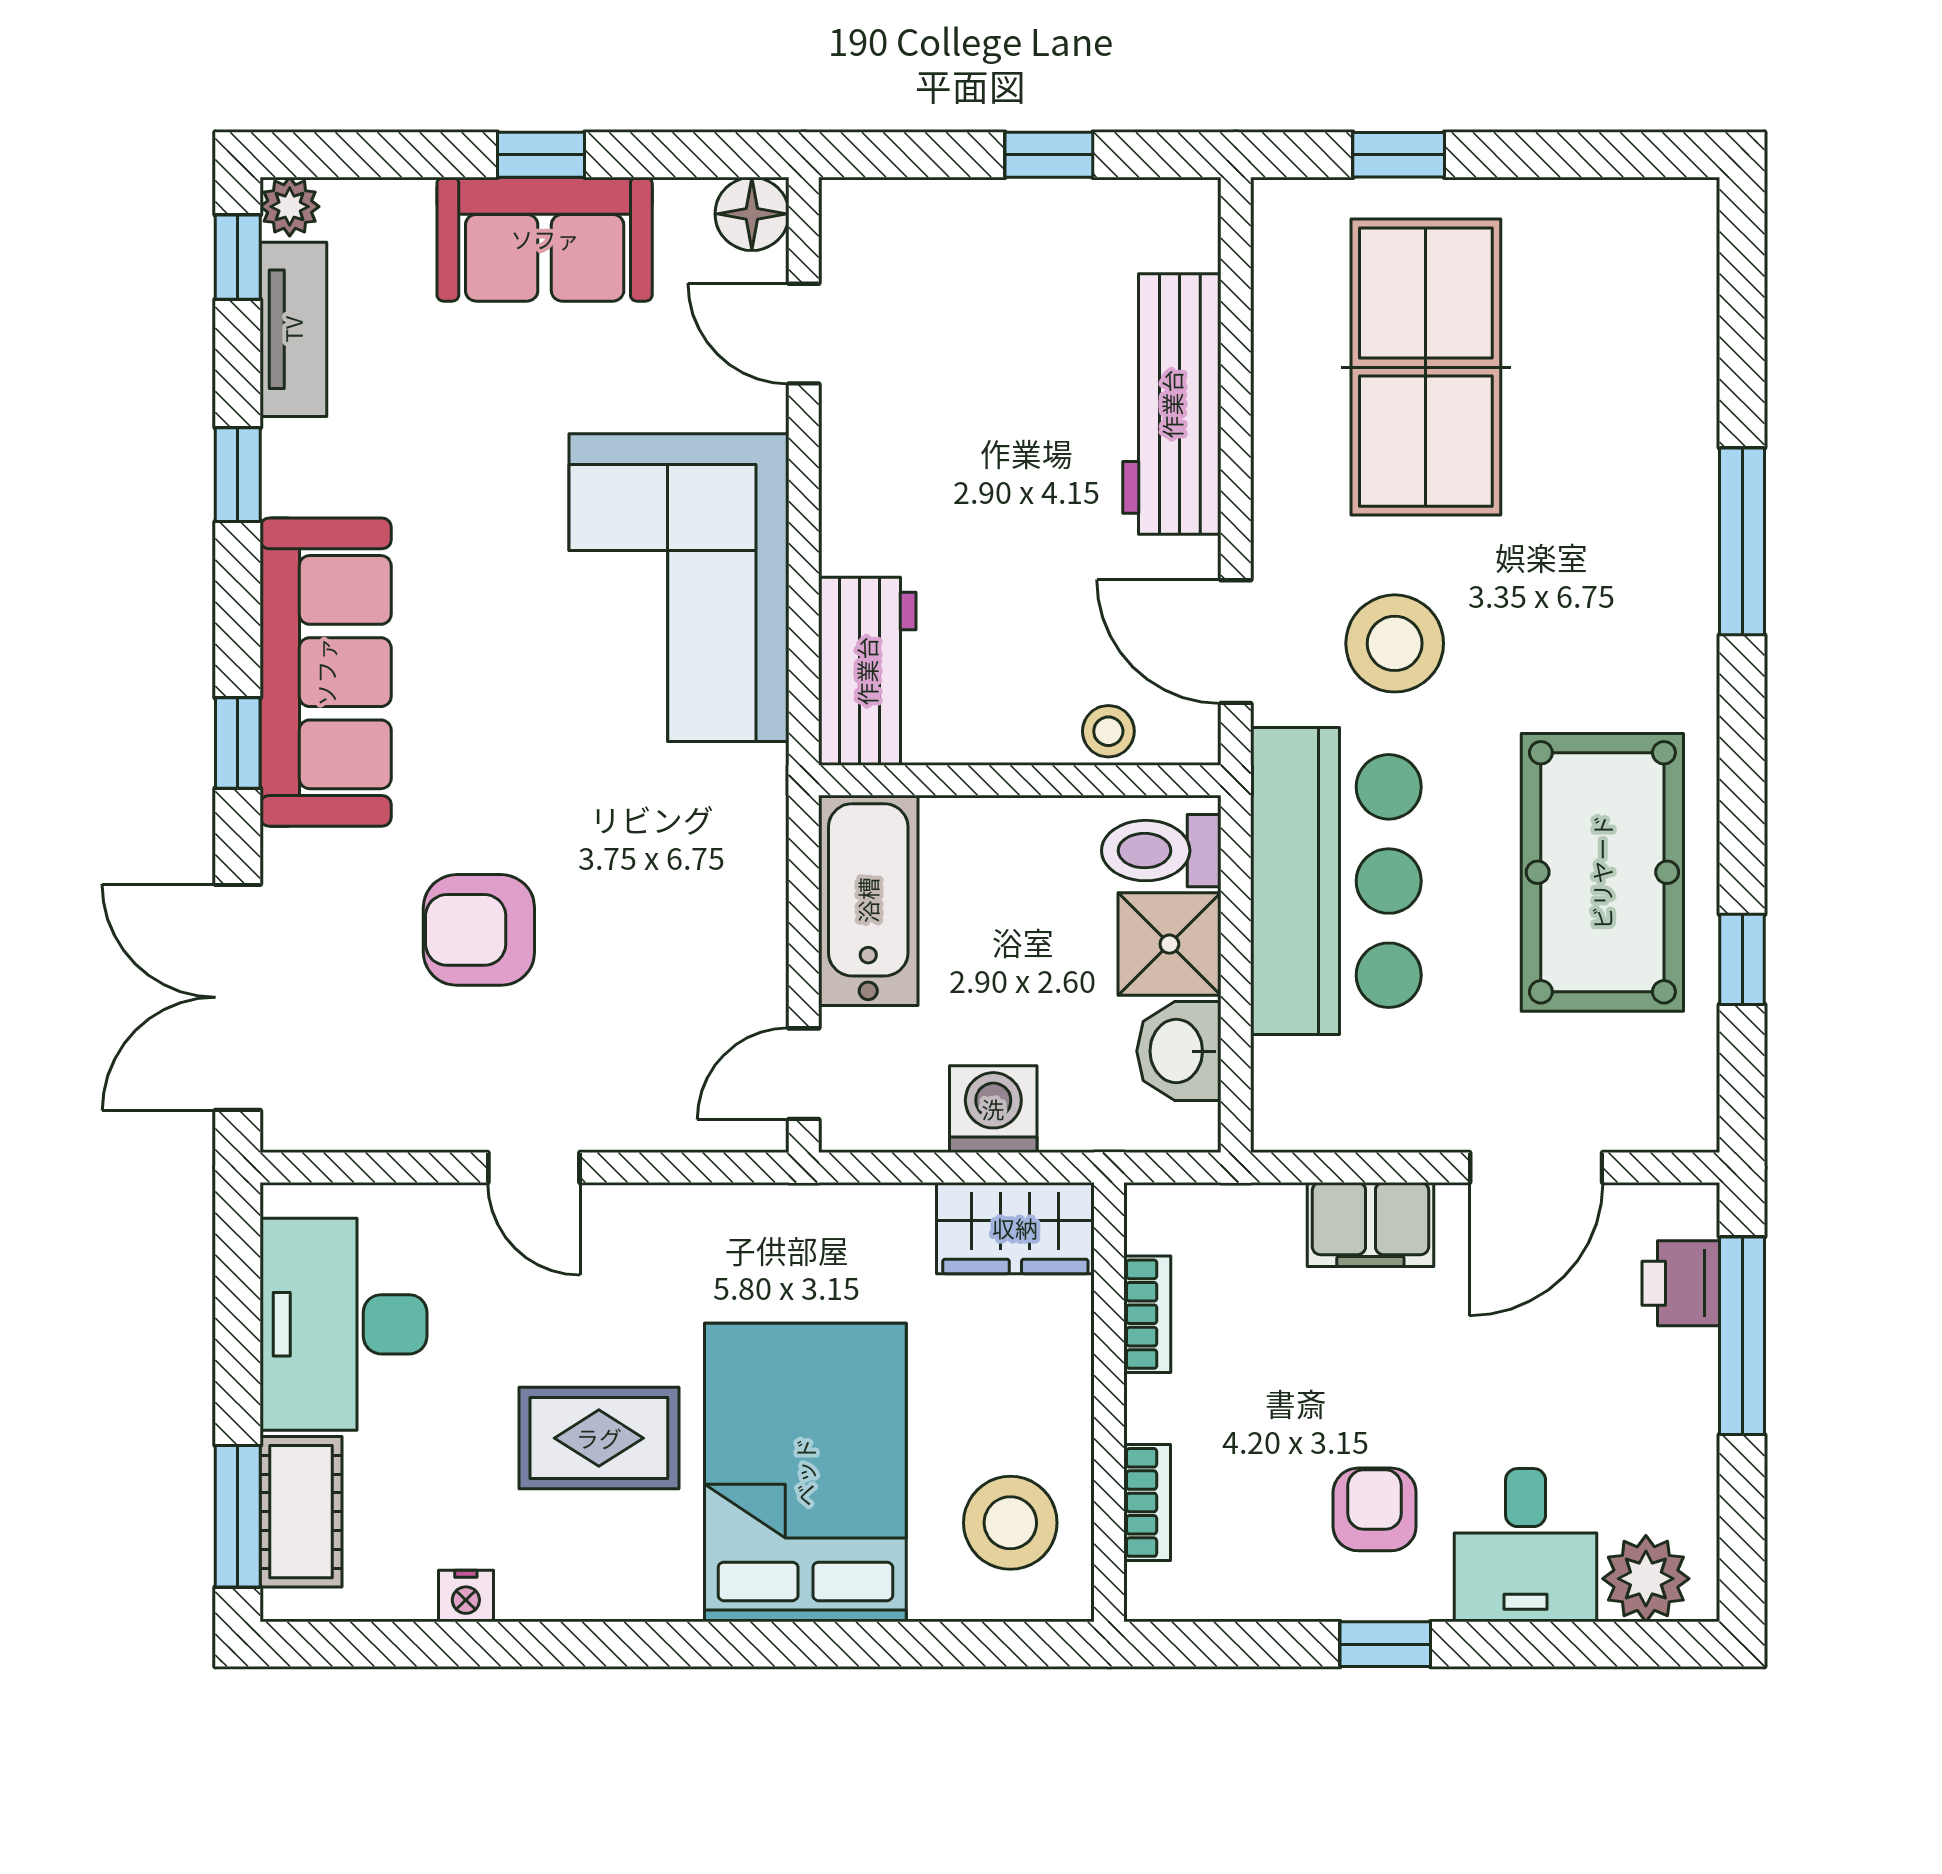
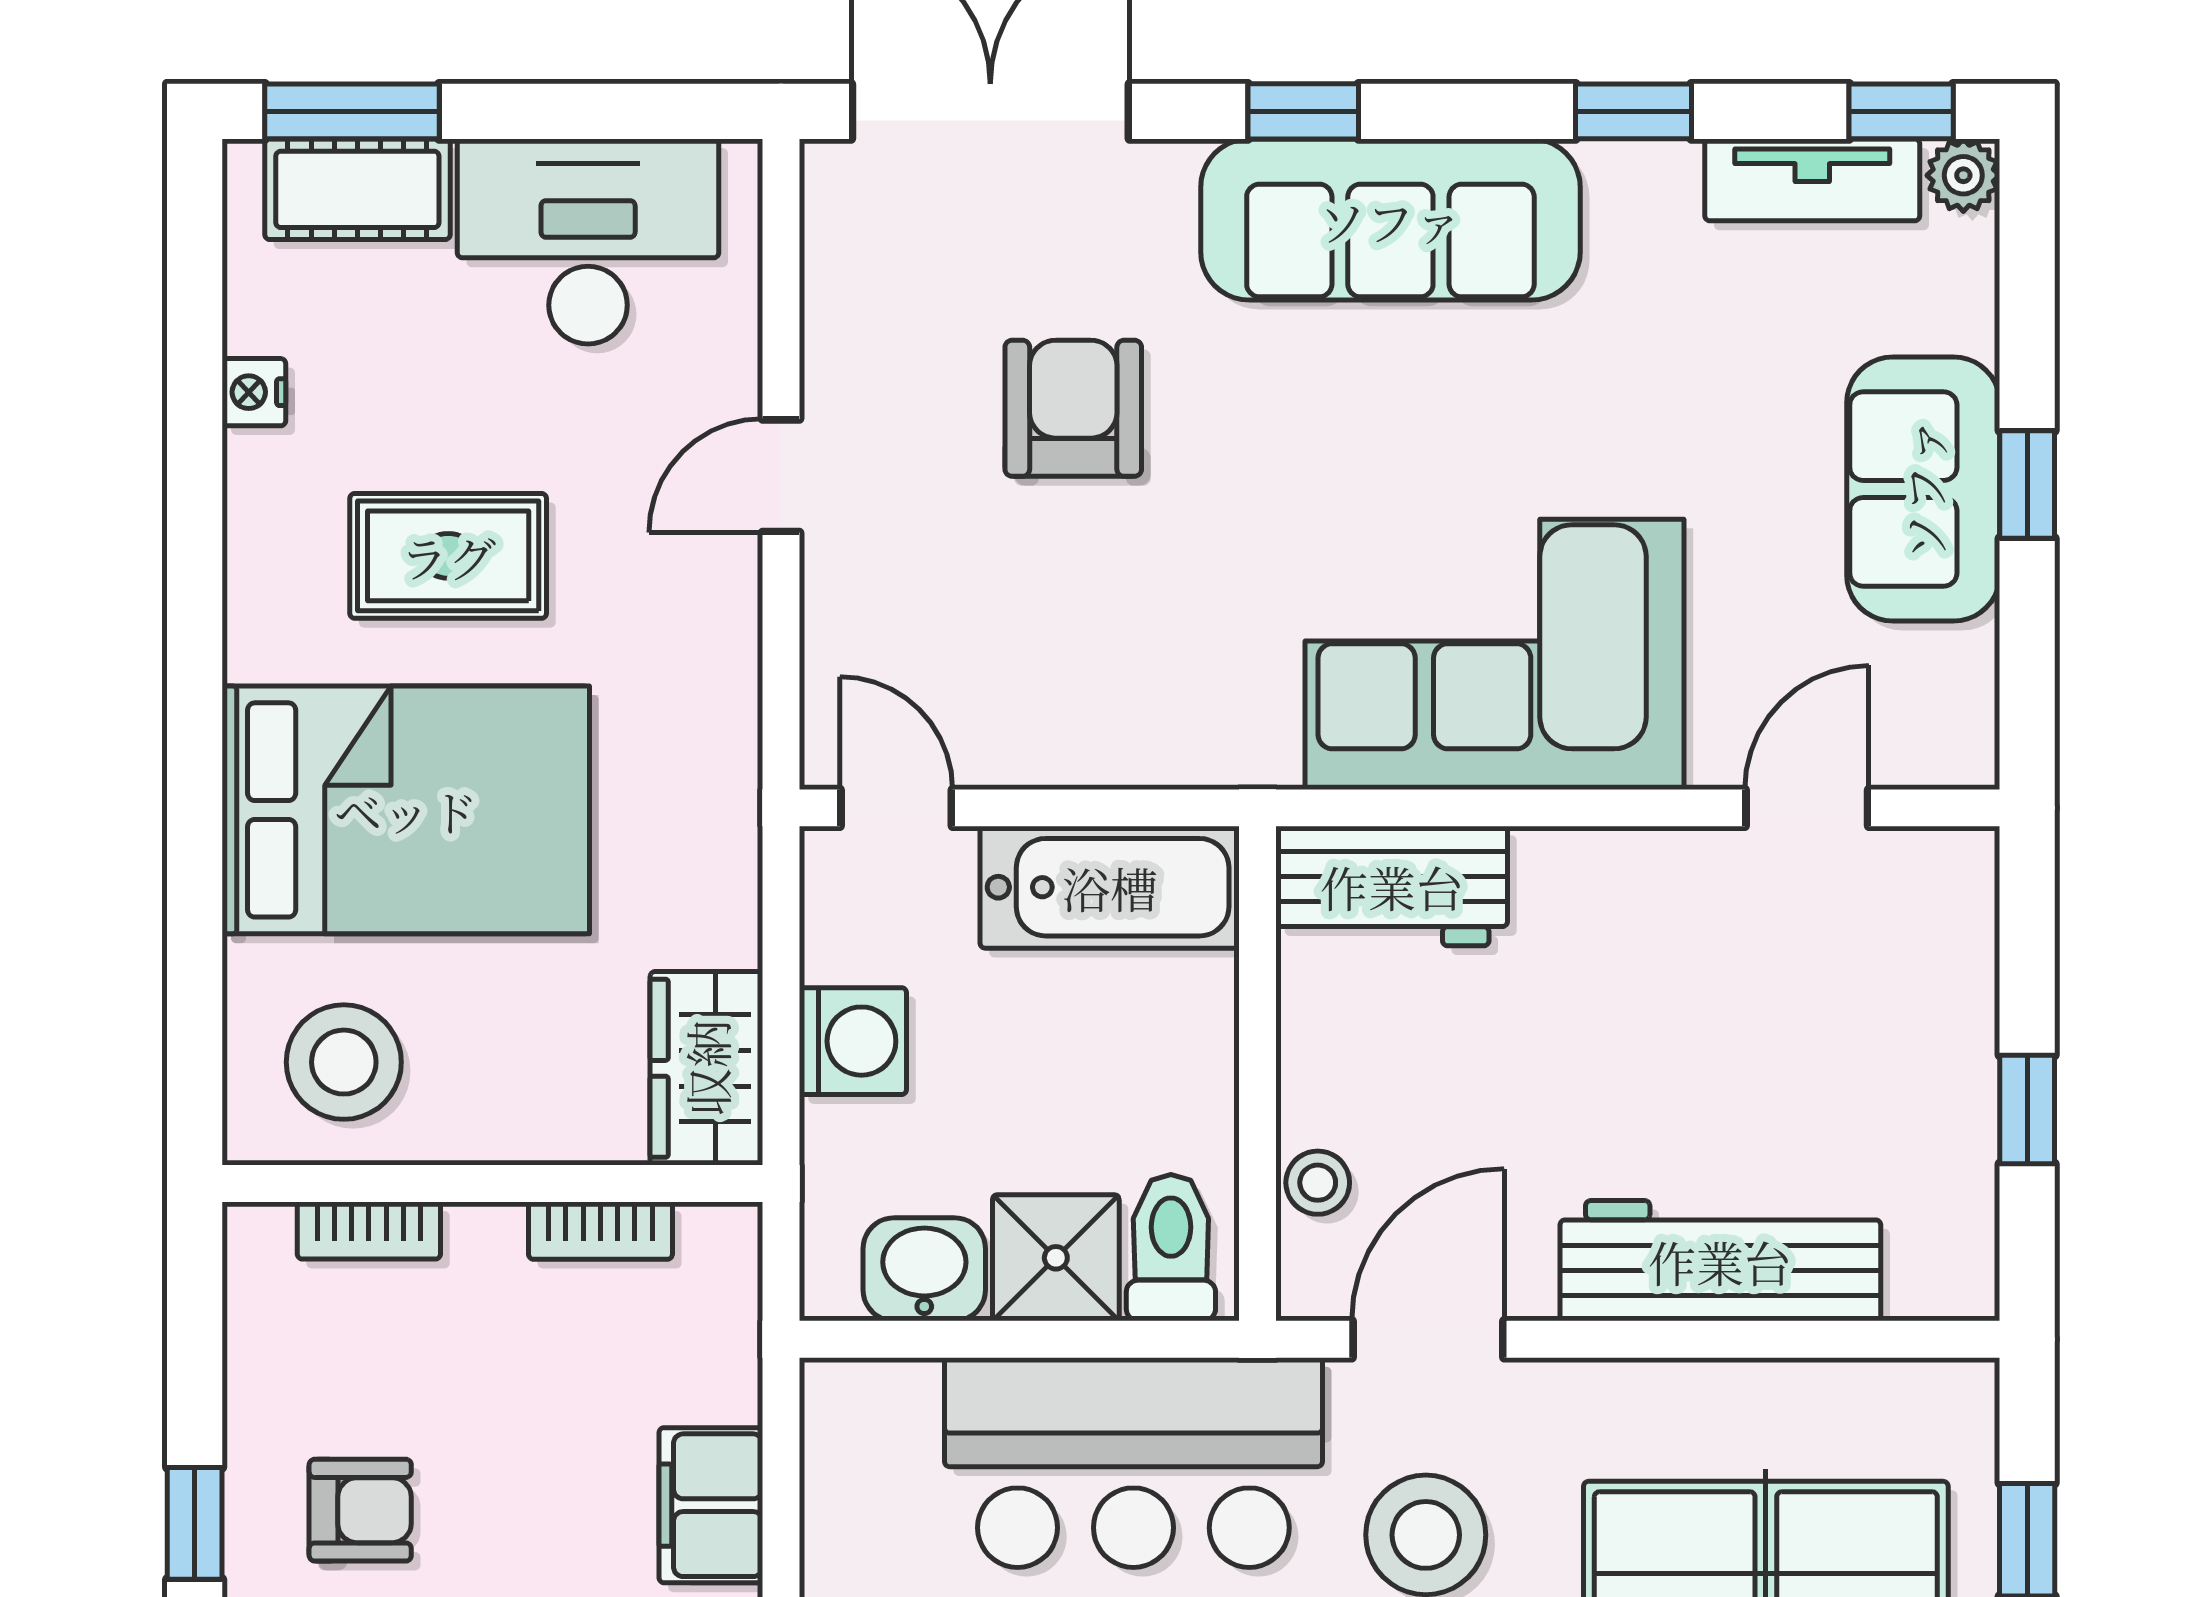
floor lamp: (752, 214) -> (1954, 744), removed
rug: (599, 1438) -> (448, 556), turned 90

